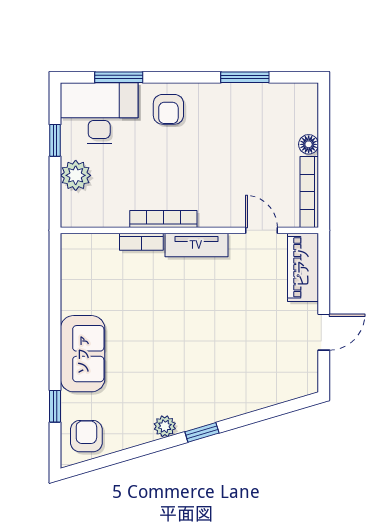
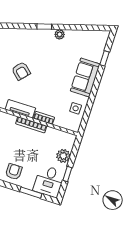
desk: (99, 113) -> (49, 181), width x0.73
side table: (82, 283) -> (76, 108), added
armchair: (86, 436) -> (21, 71), moved, turned -48

